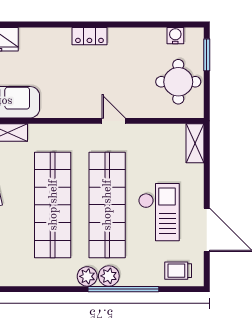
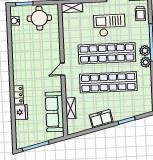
locker: (89, 36) -> (18, 95), moved
door: (114, 121) -> (63, 69), moved

